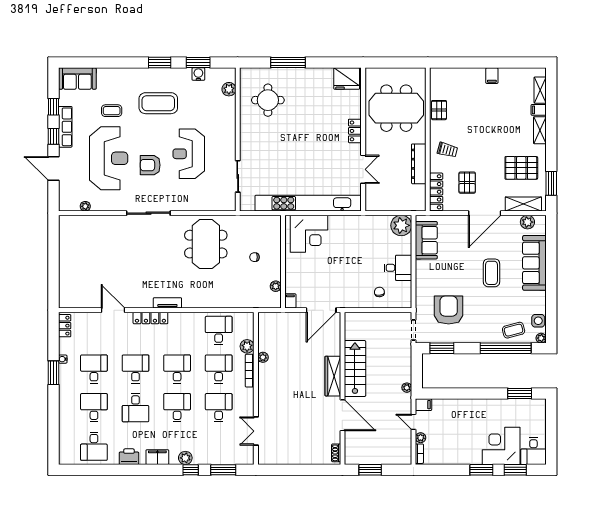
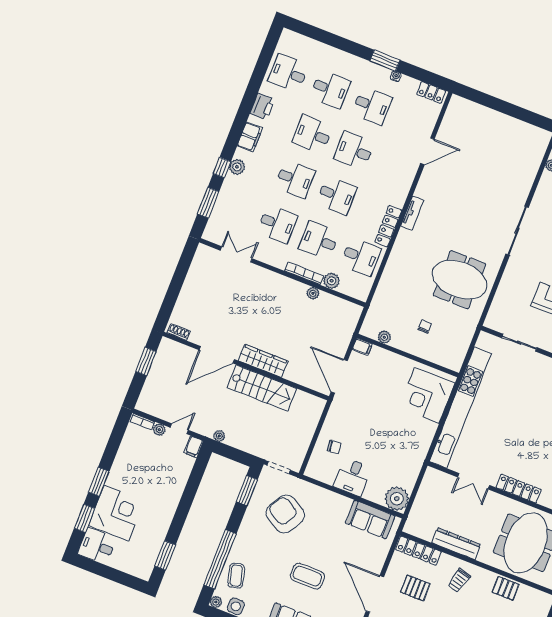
locker: (355, 131) -> (519, 489), width x1.53
armchair: (449, 310) -> (285, 514), turned -150
locker: (150, 318) -> (388, 226), moved
desk: (135, 369) -> (354, 151), turned 180
desk: (219, 369) -> (319, 240), turned 180

